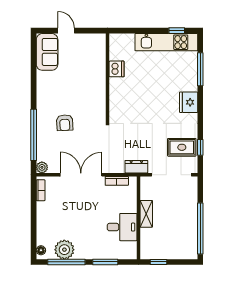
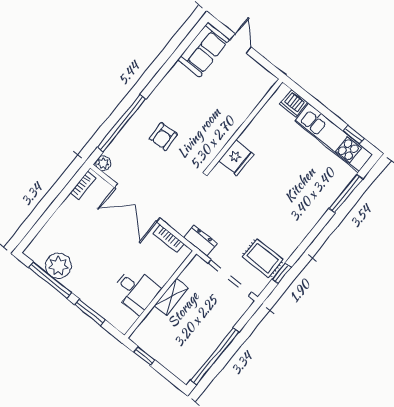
dishwasher: (117, 69) -> (294, 103), moved, turned 90
fridge: (189, 102) -> (236, 158), moved, turned 180
double door: (81, 175) -> (137, 203), swing flipped
floor lamp: (41, 250) -> (34, 247), removed

